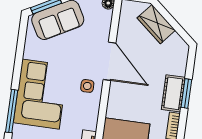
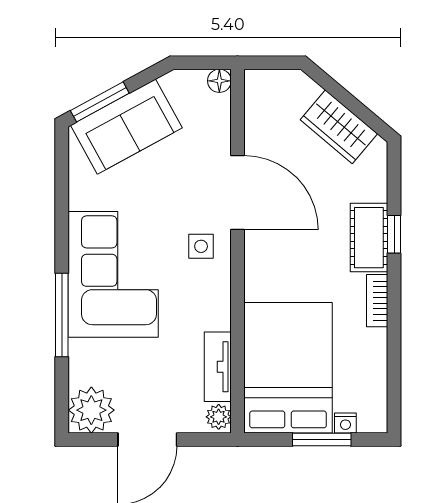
wardrobe: (156, 24) -> (339, 127), moved
window: (186, 93) -> (394, 234), width x0.67

